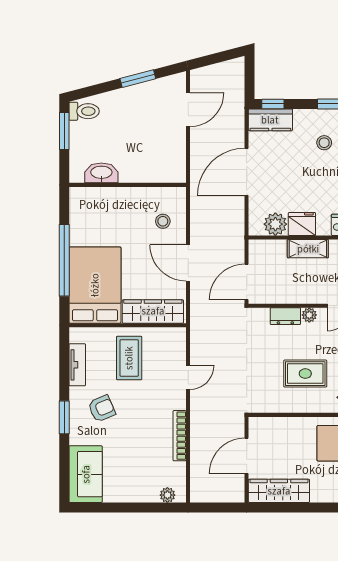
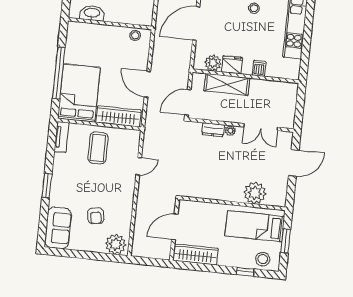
stool: (163, 221) -> (135, 35), moved
shelving: (308, 249) -> (227, 84), width x1.50, depth x1.33
tv unit: (77, 365) -> (61, 137), moved
rug: (305, 374) -> (223, 172), removed
armchair: (102, 409) -> (96, 216), moved, turned 104
bookcase: (180, 436) -> (128, 207), removed
plant: (167, 495) -> (116, 244), width x1.88, depth x1.88

